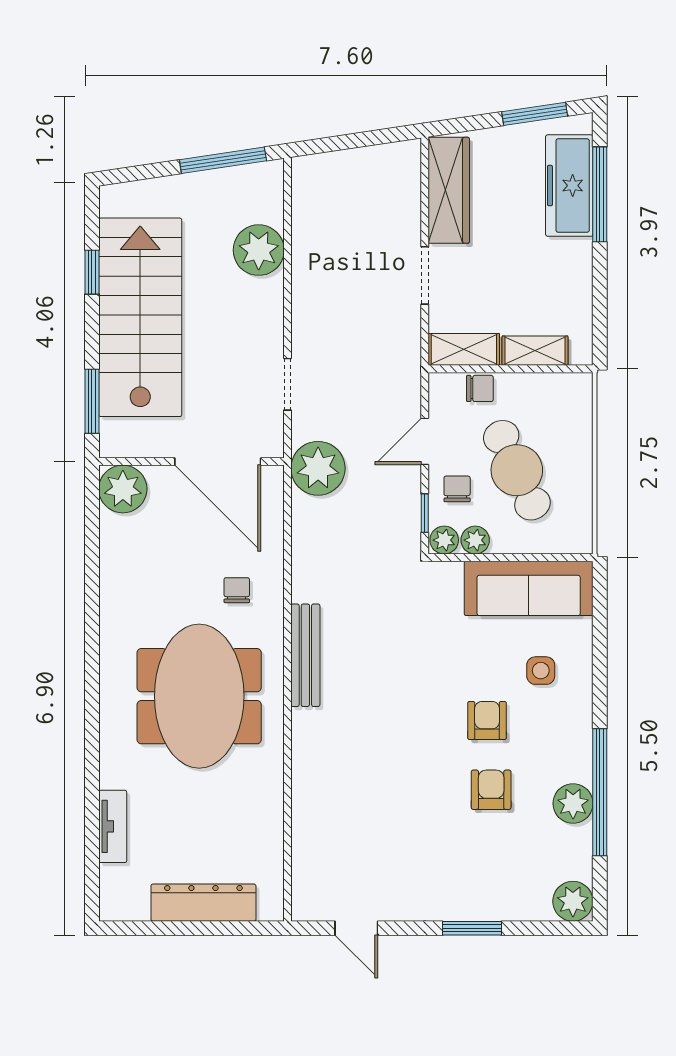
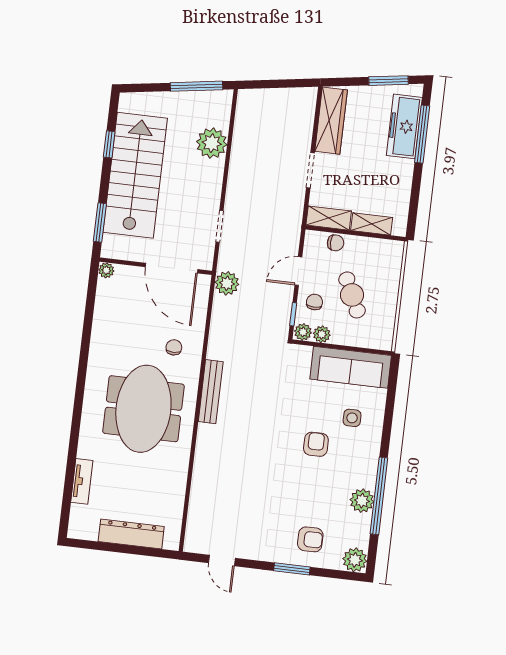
plant: (318, 468) -> (227, 283), width x0.73, depth x0.73
cafe table: (517, 470) -> (352, 295), width x0.73, depth x0.74
plant: (123, 489) -> (106, 270), width x0.53, depth x0.53
armchair: (491, 790) -> (310, 539), moved, turned 90

